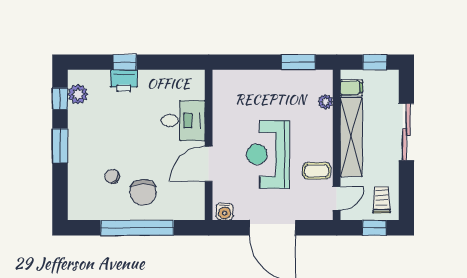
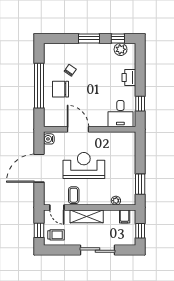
window: (125, 62) -> (140, 104), moved
desk: (183, 121) -> (120, 114), moved
shelving: (351, 137) -> (87, 216), width x0.68

